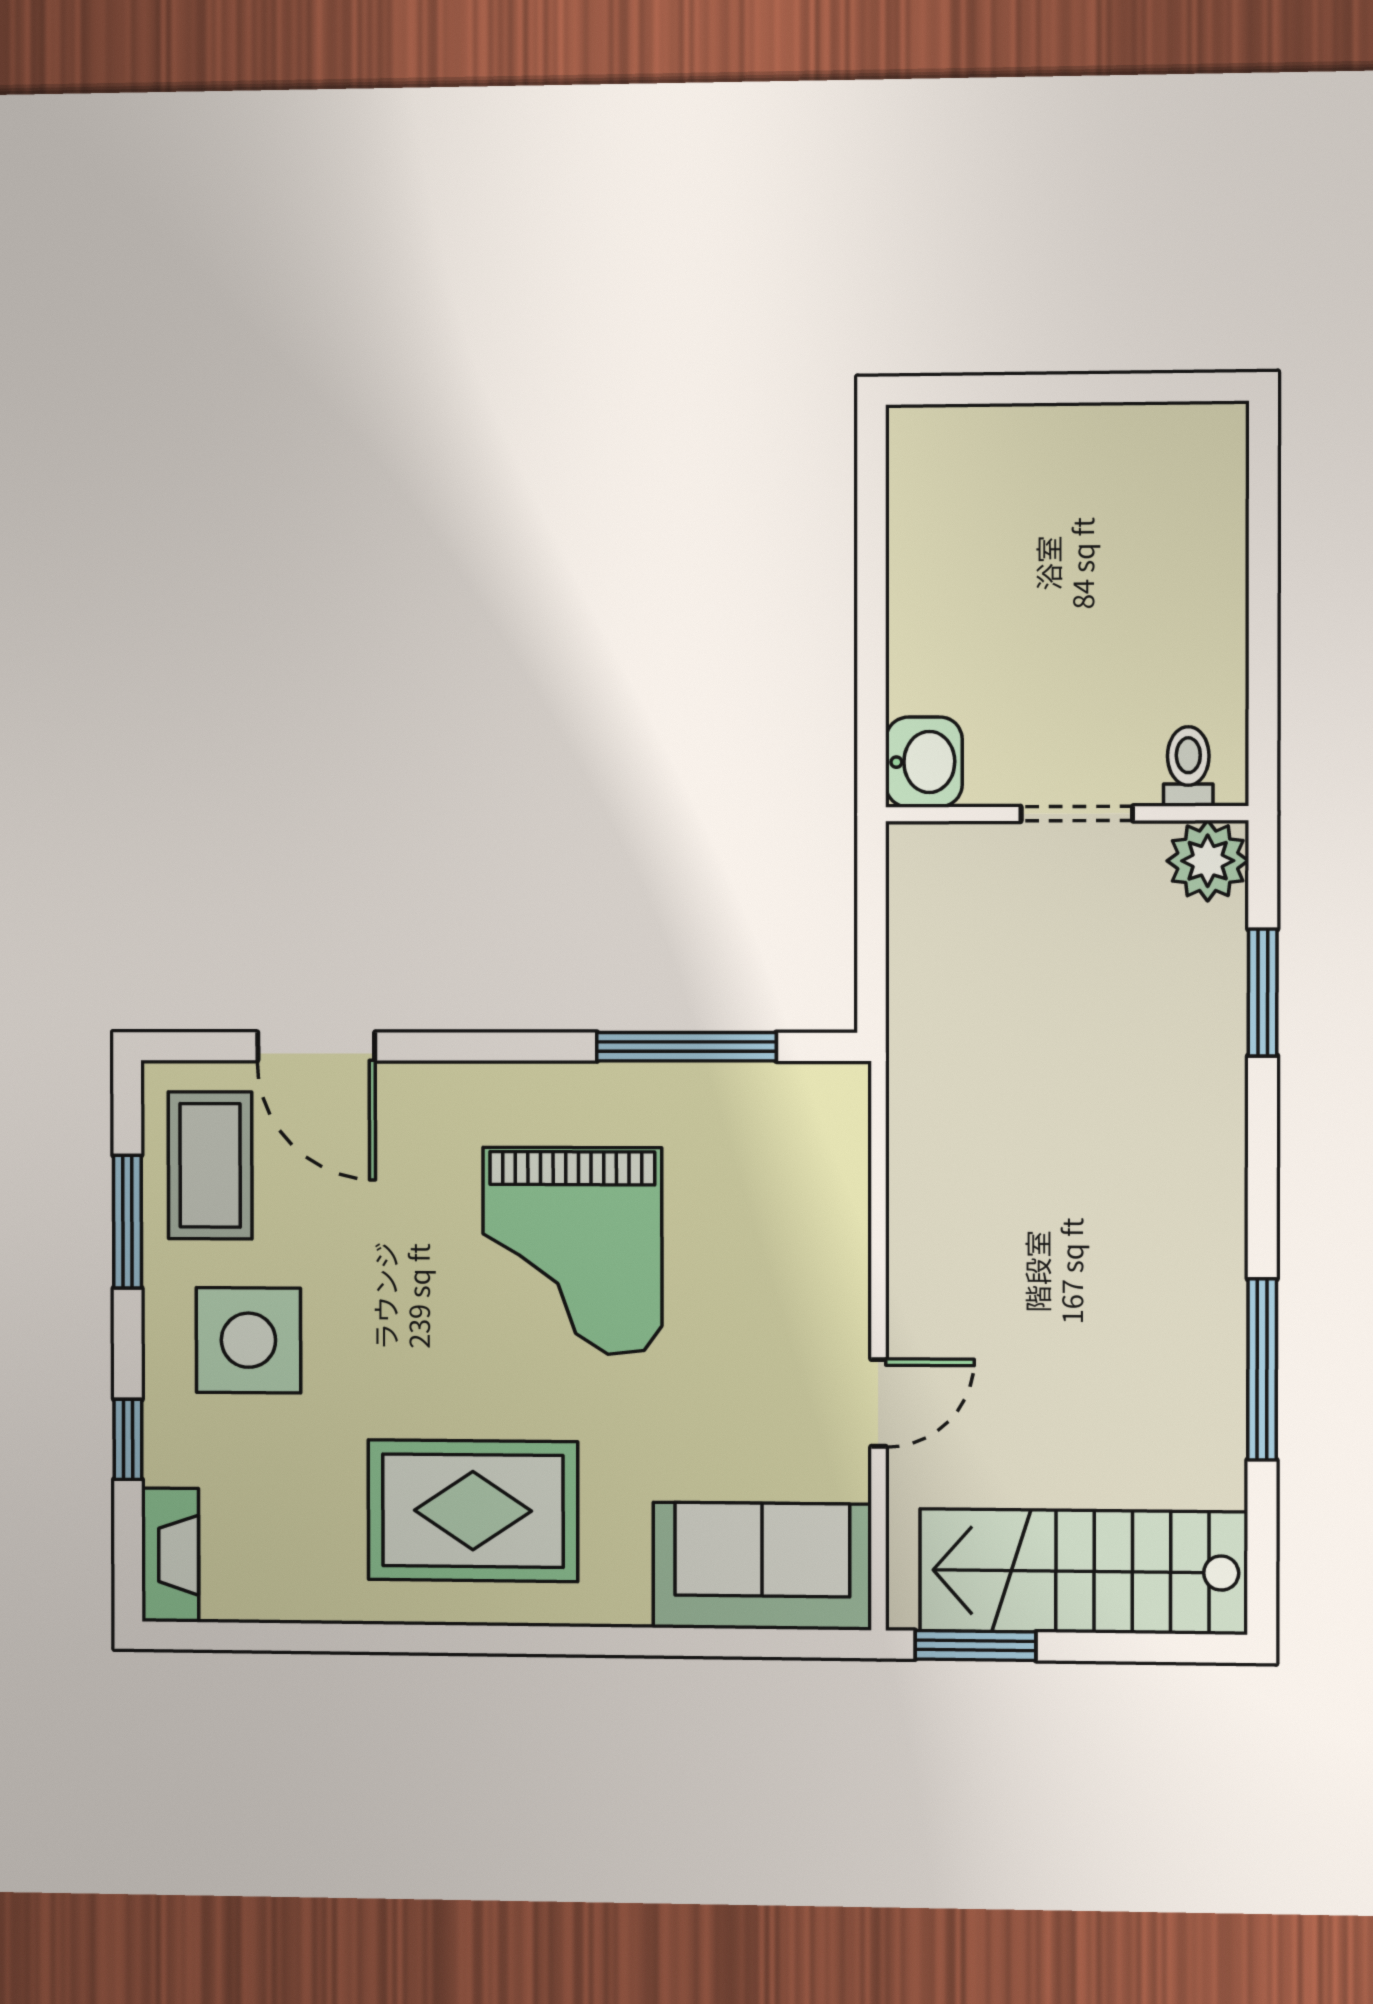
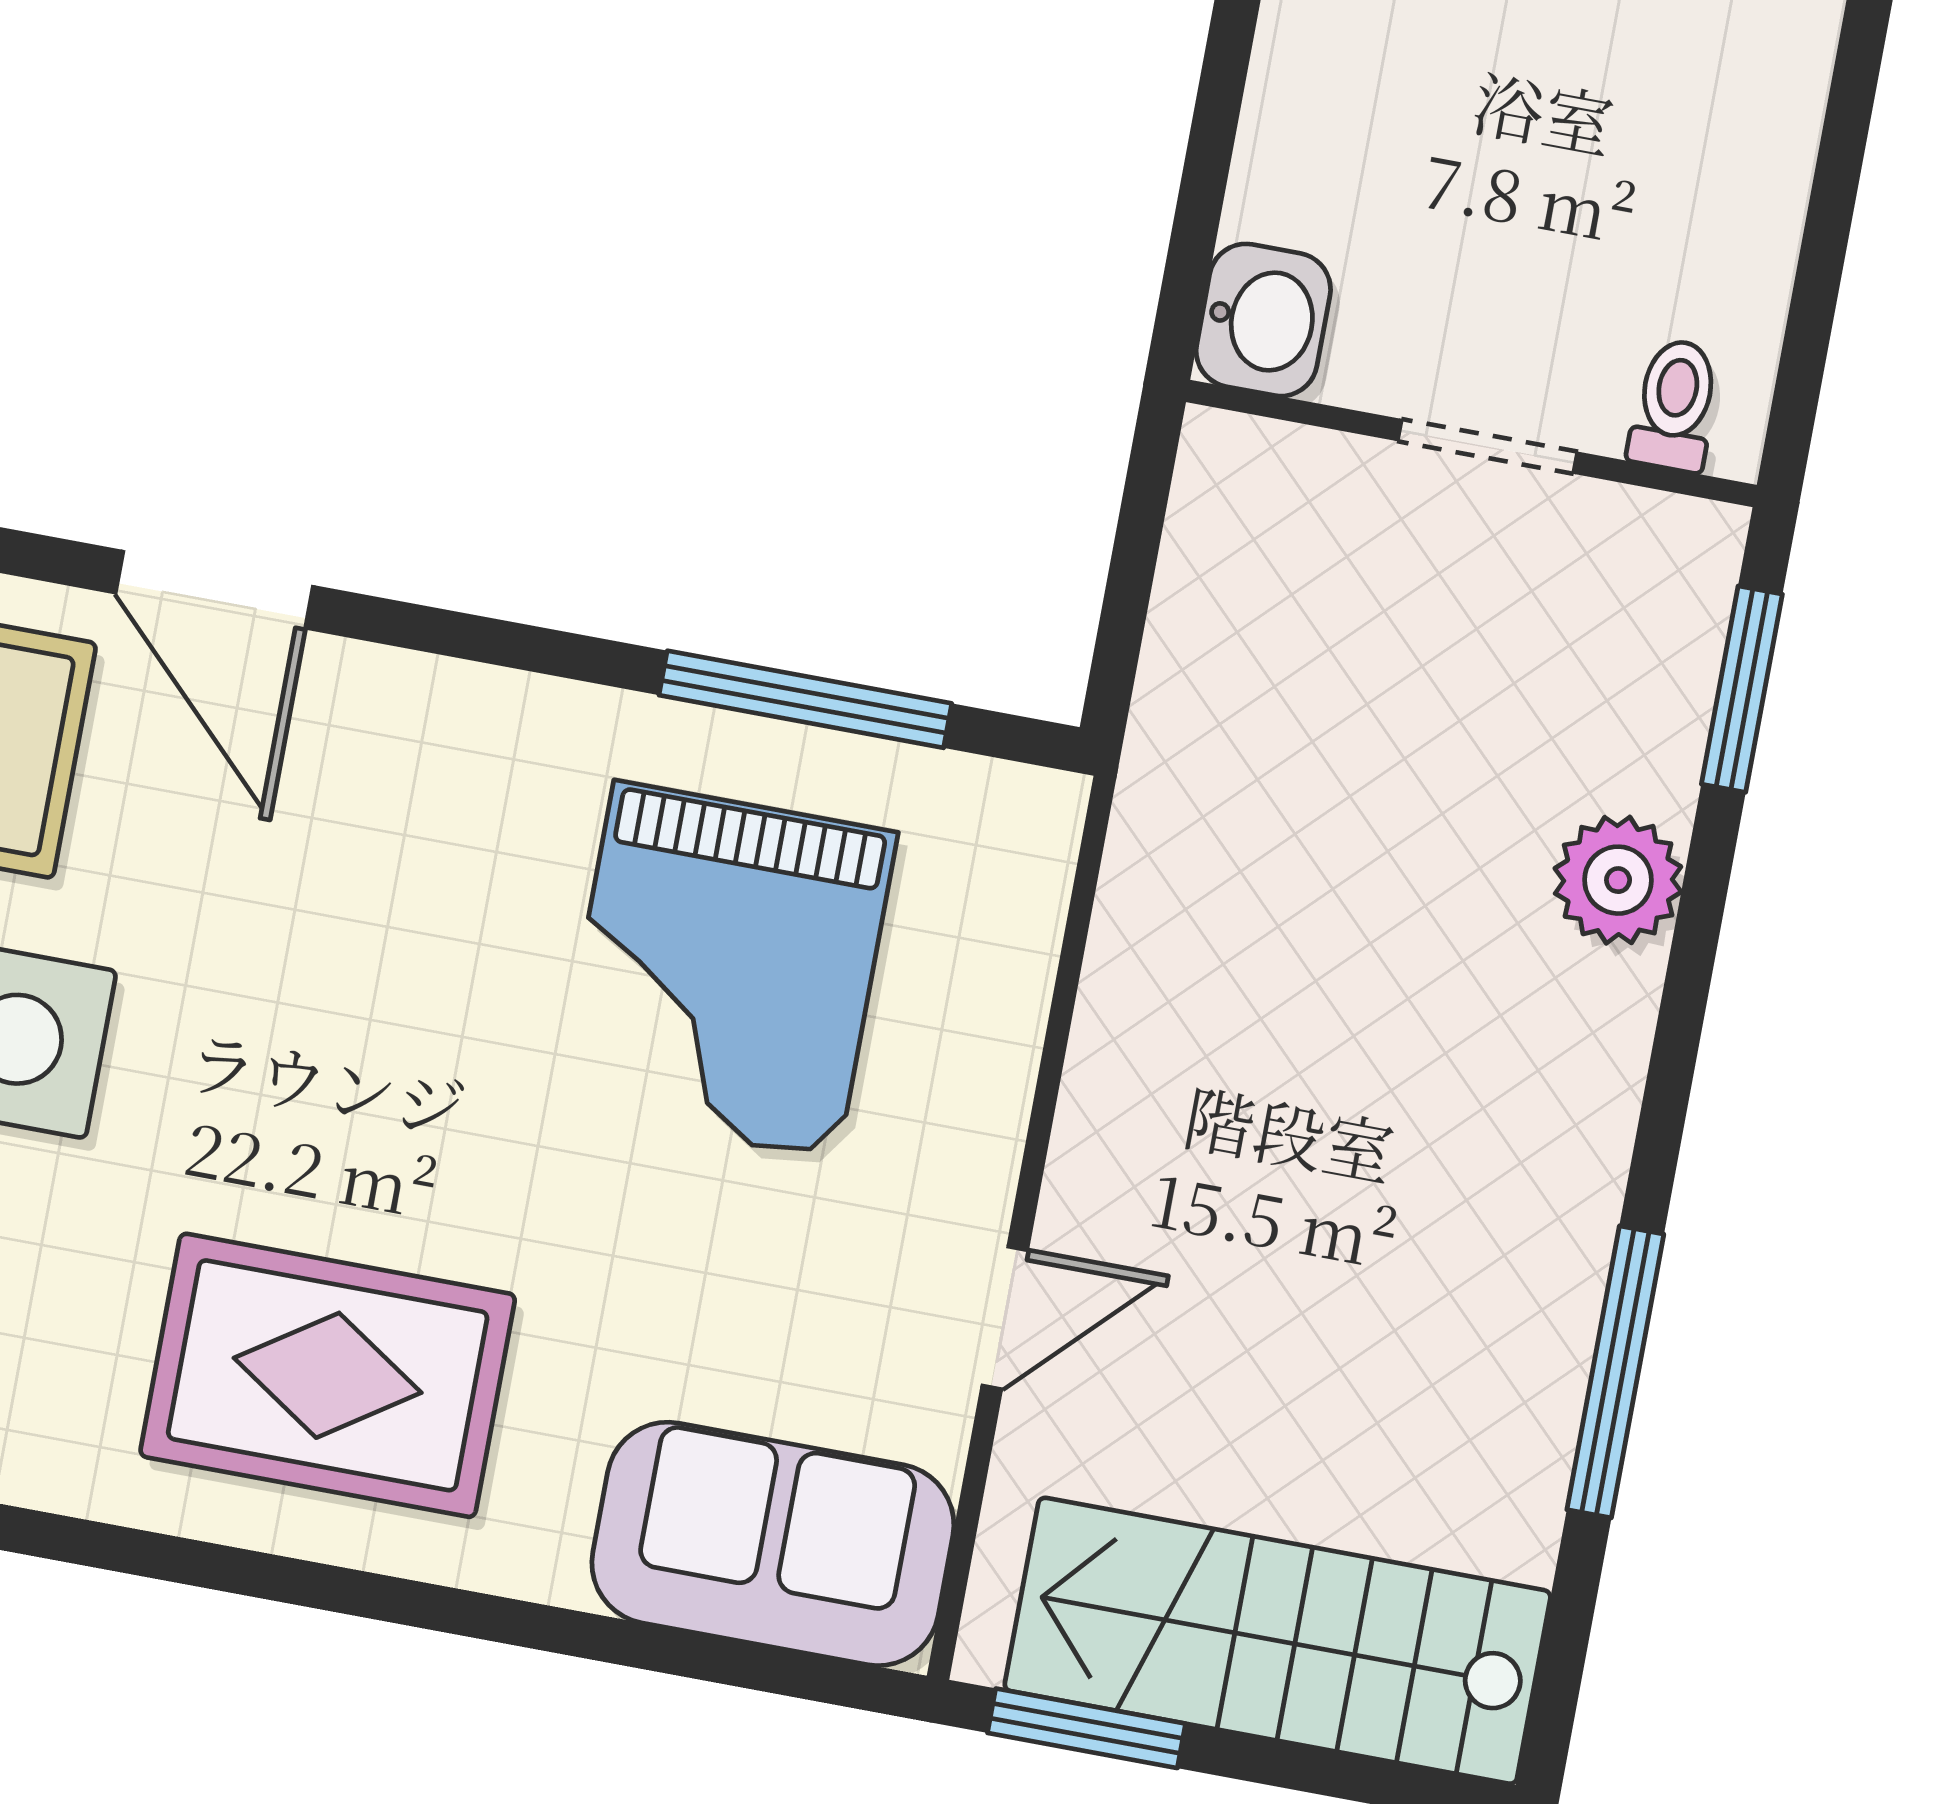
plant: (1208, 861) -> (1618, 880), moved
window: (1263, 993) -> (1742, 689), moved
grand piano: (572, 1251) -> (726, 970), moved

